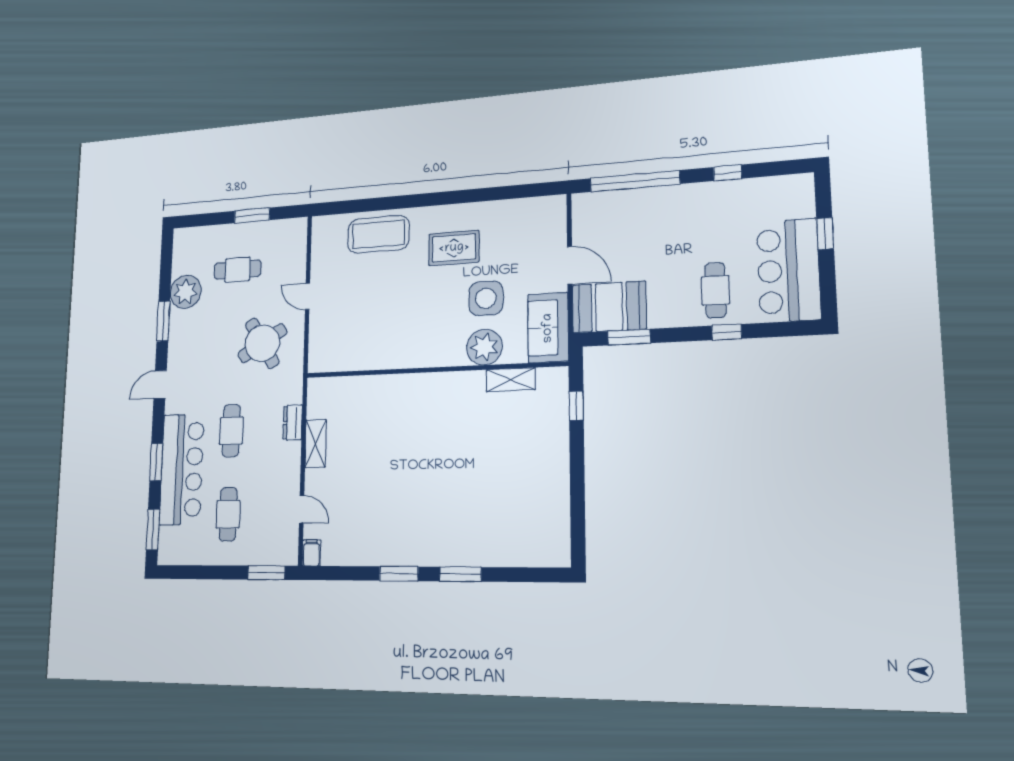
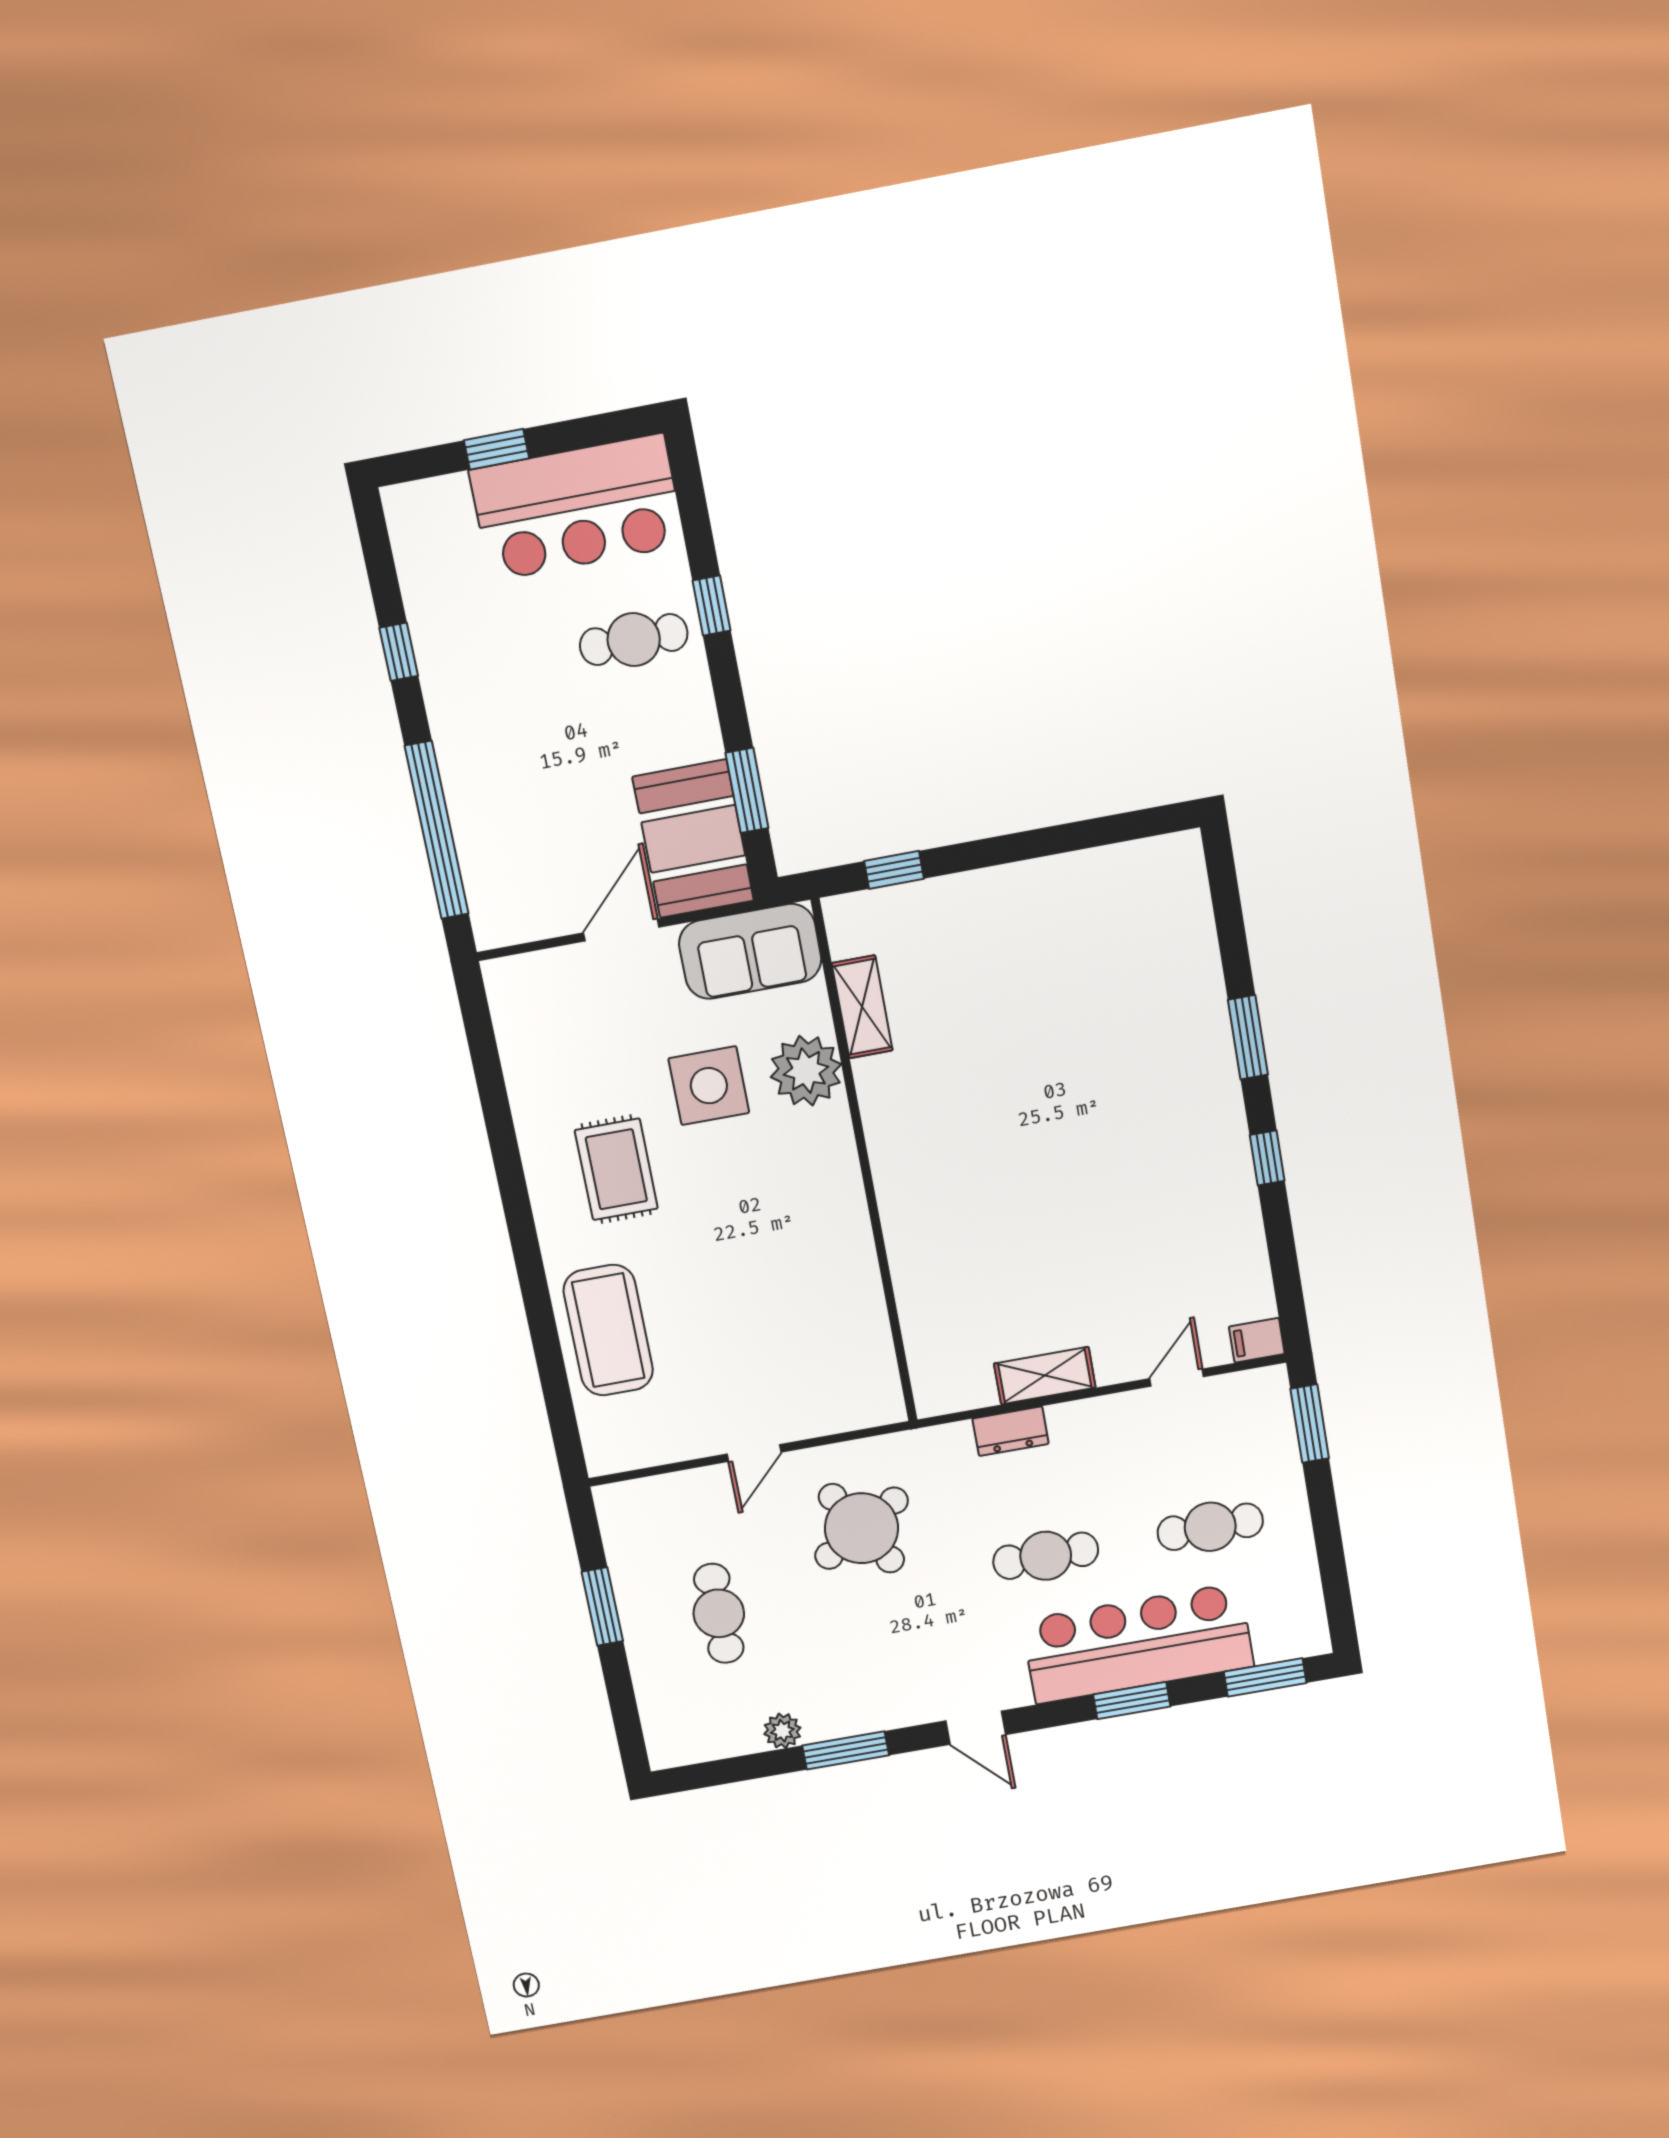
plant: (186, 292) -> (782, 1731), width x0.53, depth x0.53
window: (399, 574) -> (1267, 1158), width x0.67

